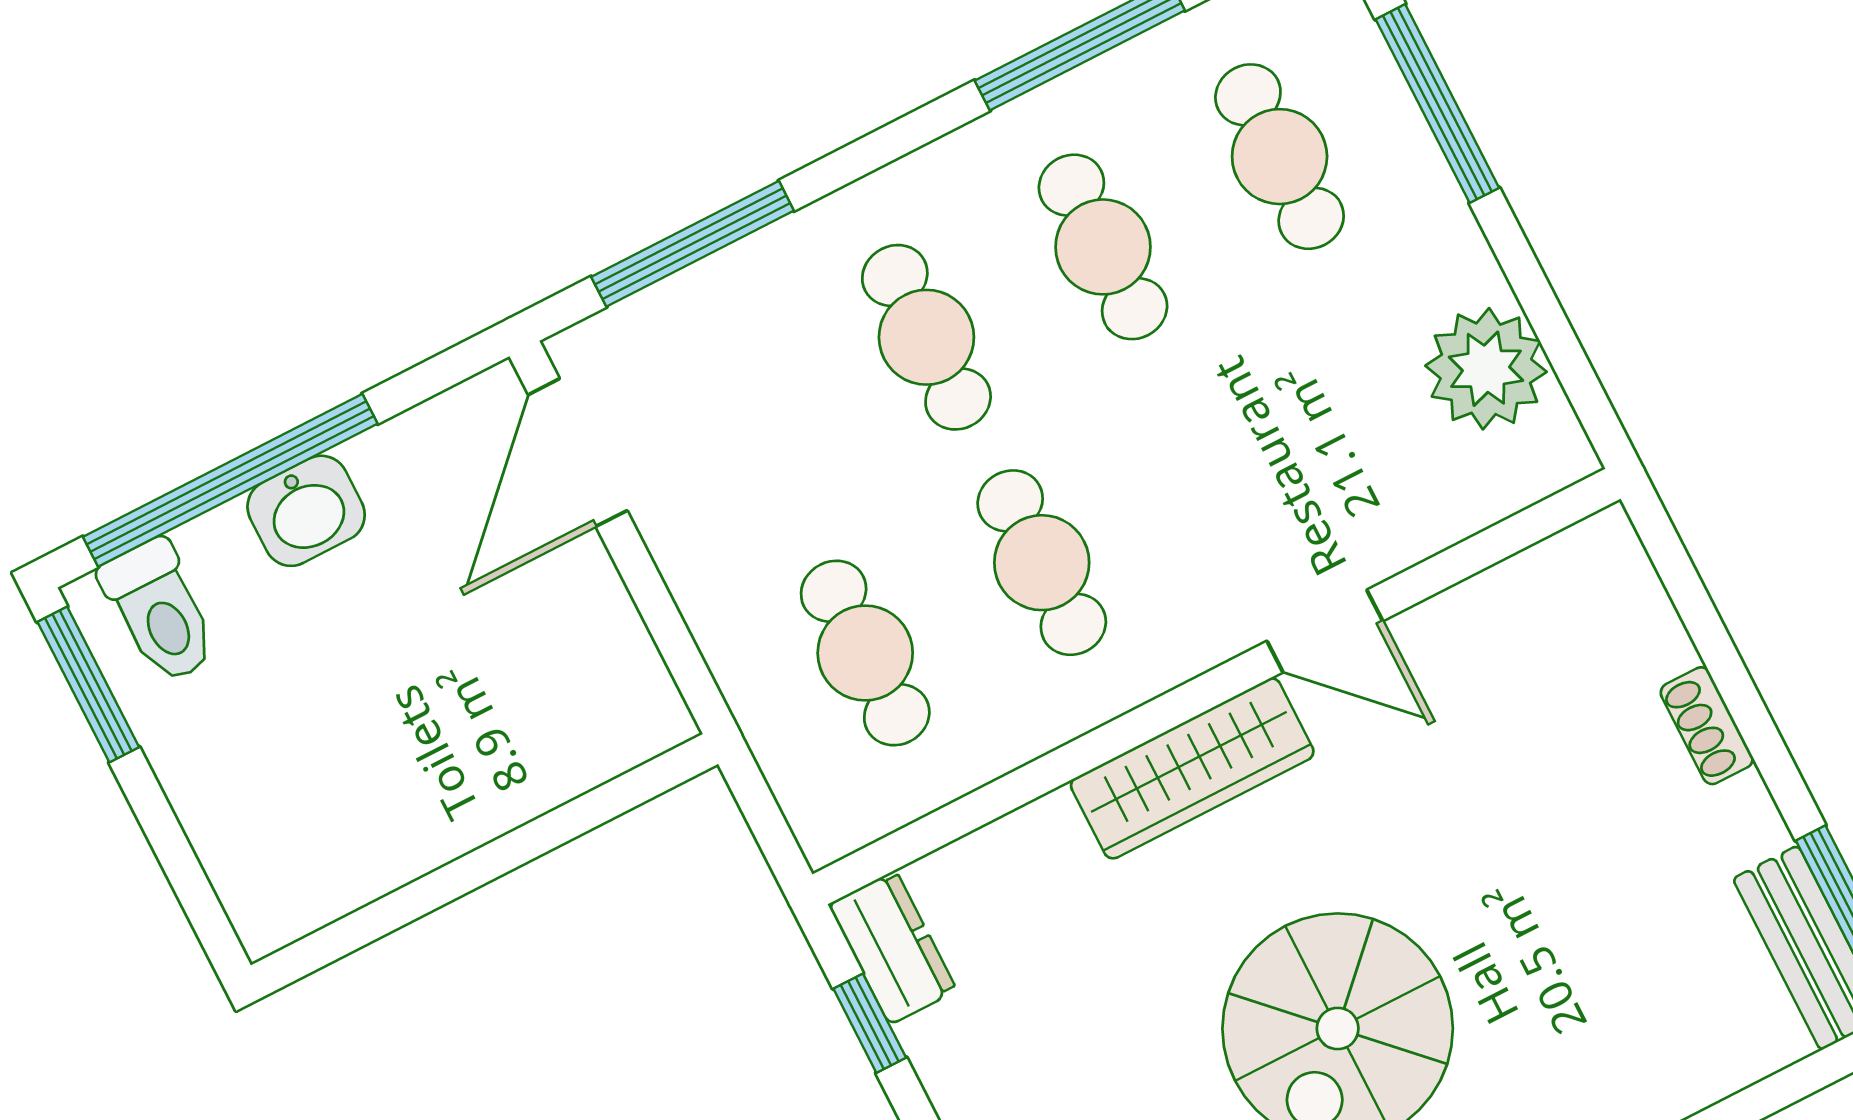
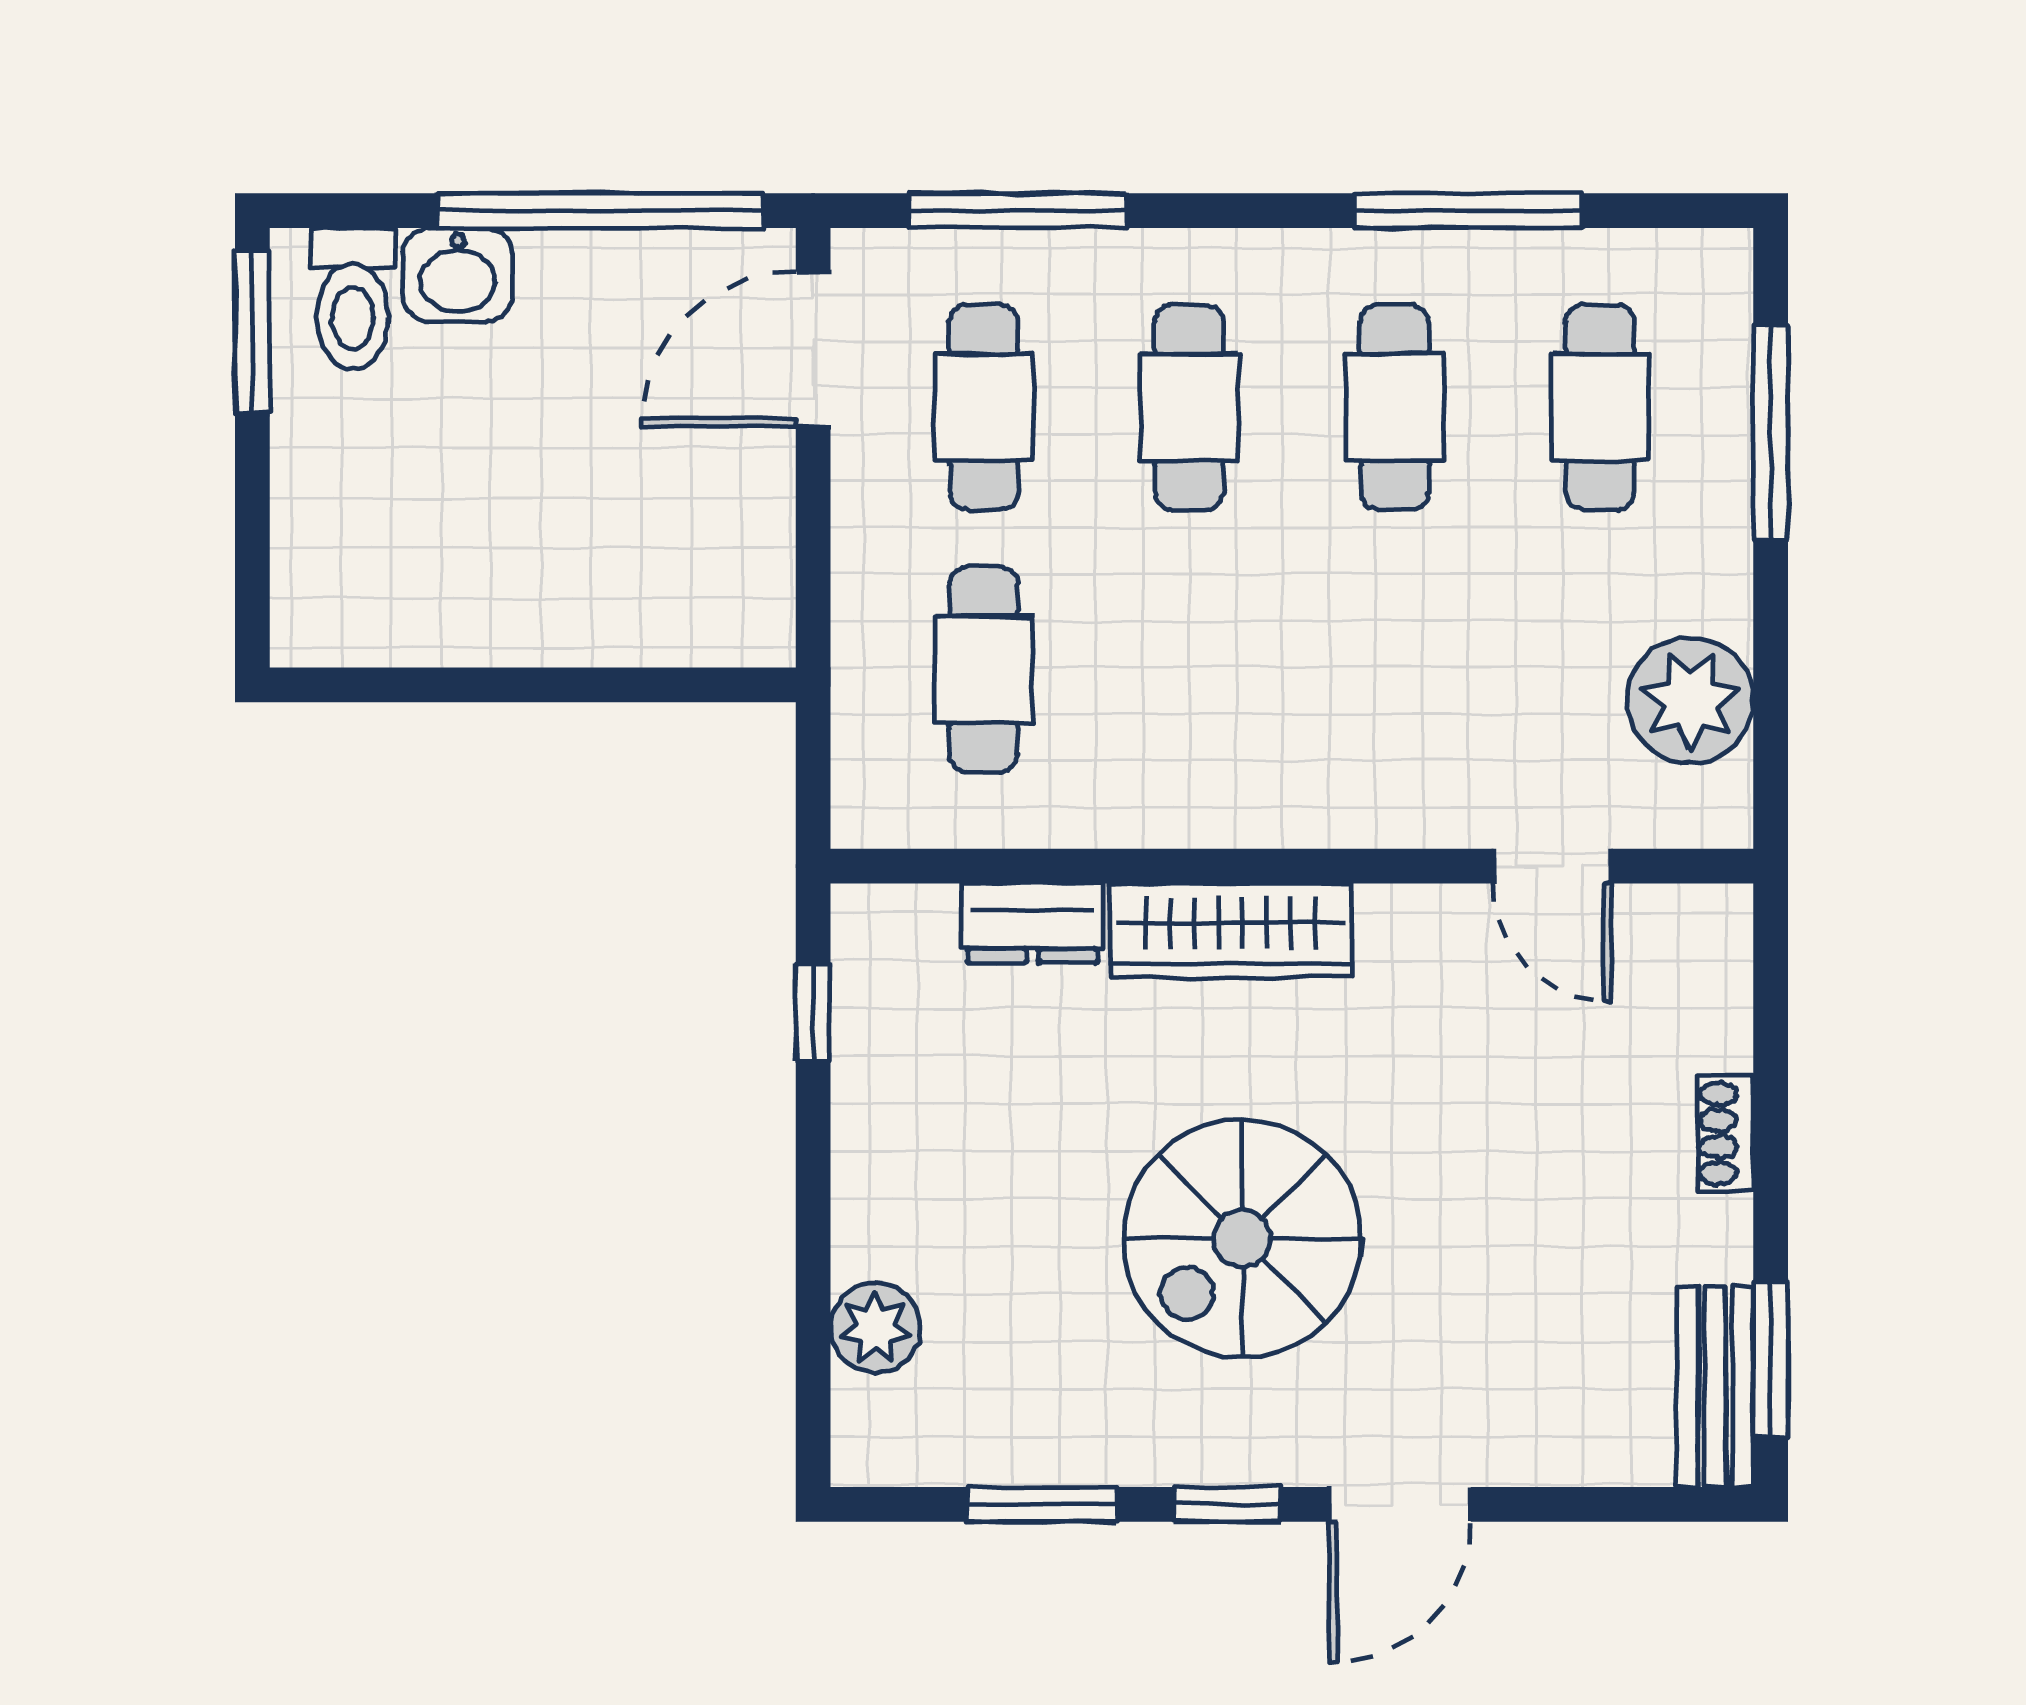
window: (230, 480) -> (600, 211), moved
washbasin: (306, 511) -> (458, 275), moved
cafe table: (1042, 563) -> (984, 407), moved
door: (1325, 631) -> (1552, 866), moved
dresser: (893, 947) -> (1032, 923), moved, turned 90

